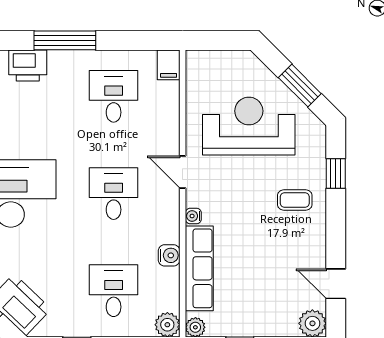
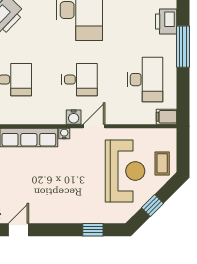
window: (300, 86) -> (152, 205), width x0.67
desk: (114, 96) -> (145, 80), width x1.37
coffee table: (295, 200) -> (162, 163), moved
water cooler: (169, 255) -> (74, 117), moved

